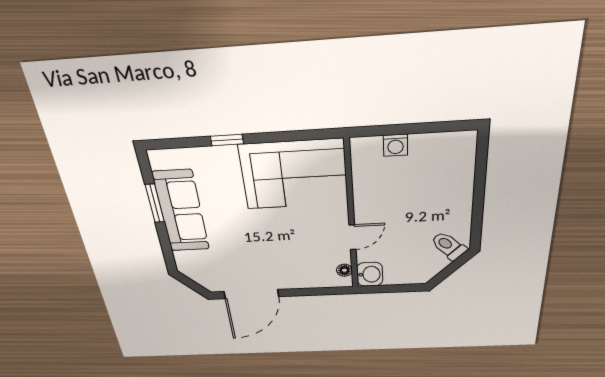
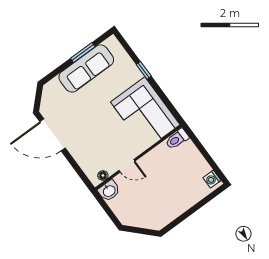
washing machine: (395, 145) -> (212, 179), moved
toilet: (449, 246) -> (177, 139), moved, turned -135

